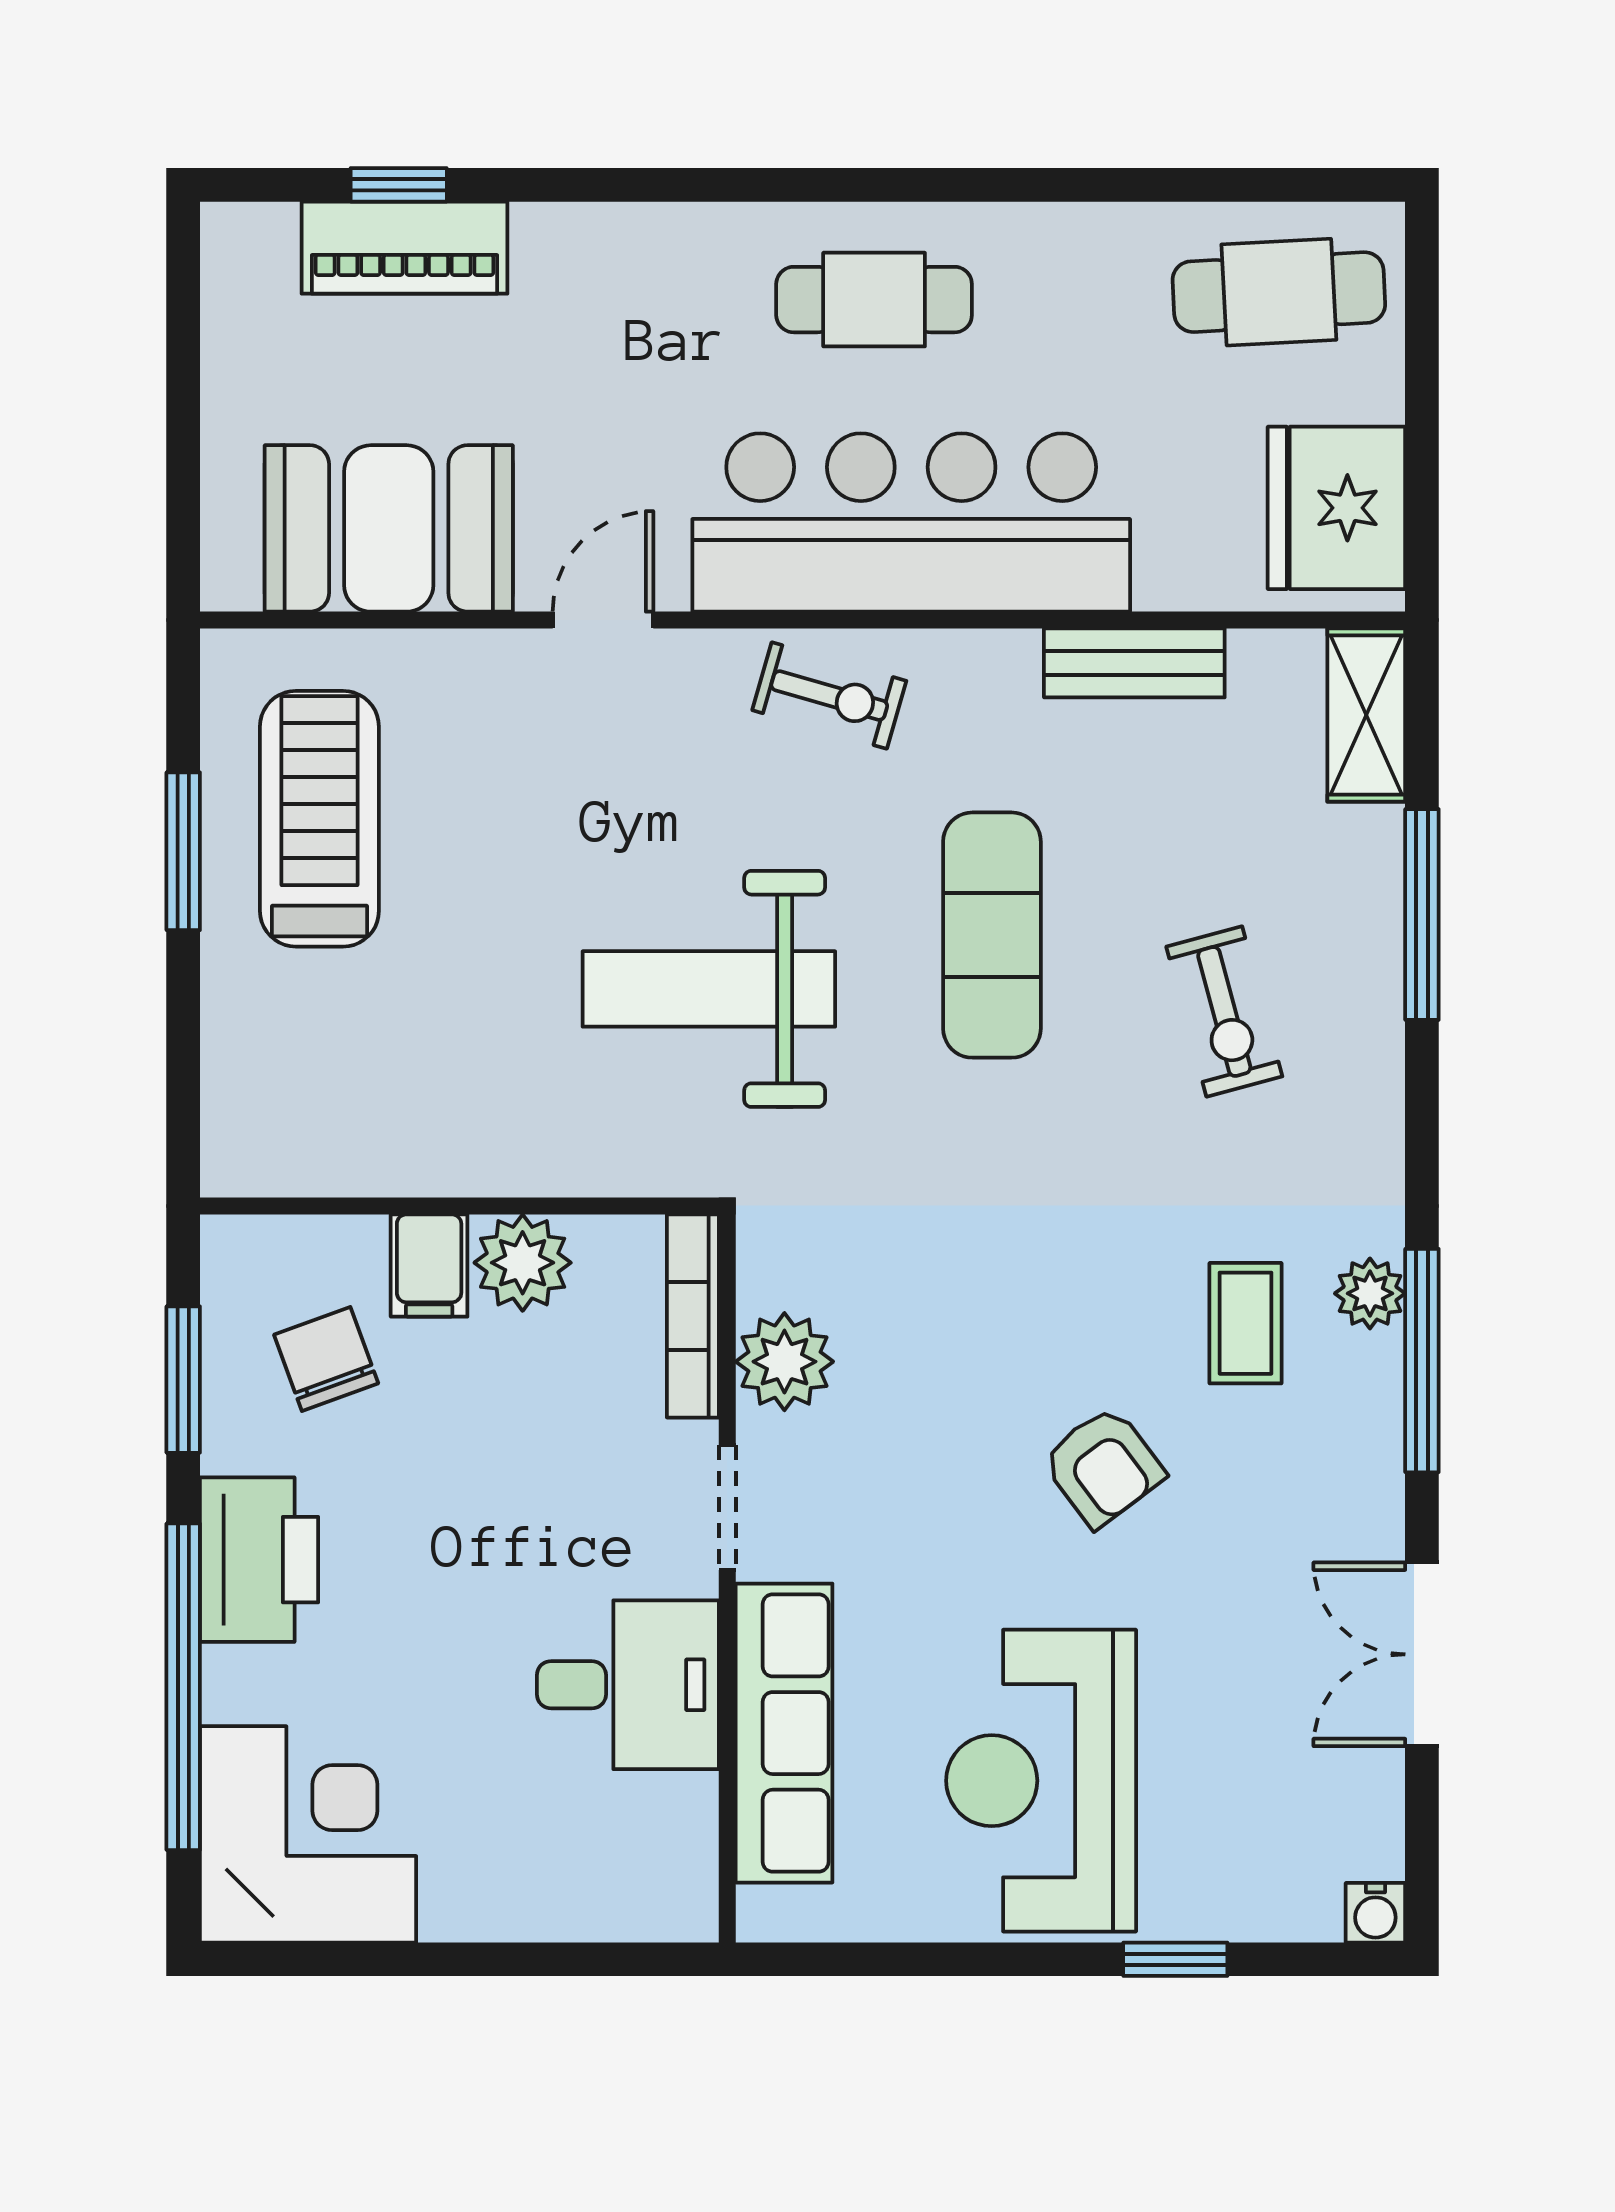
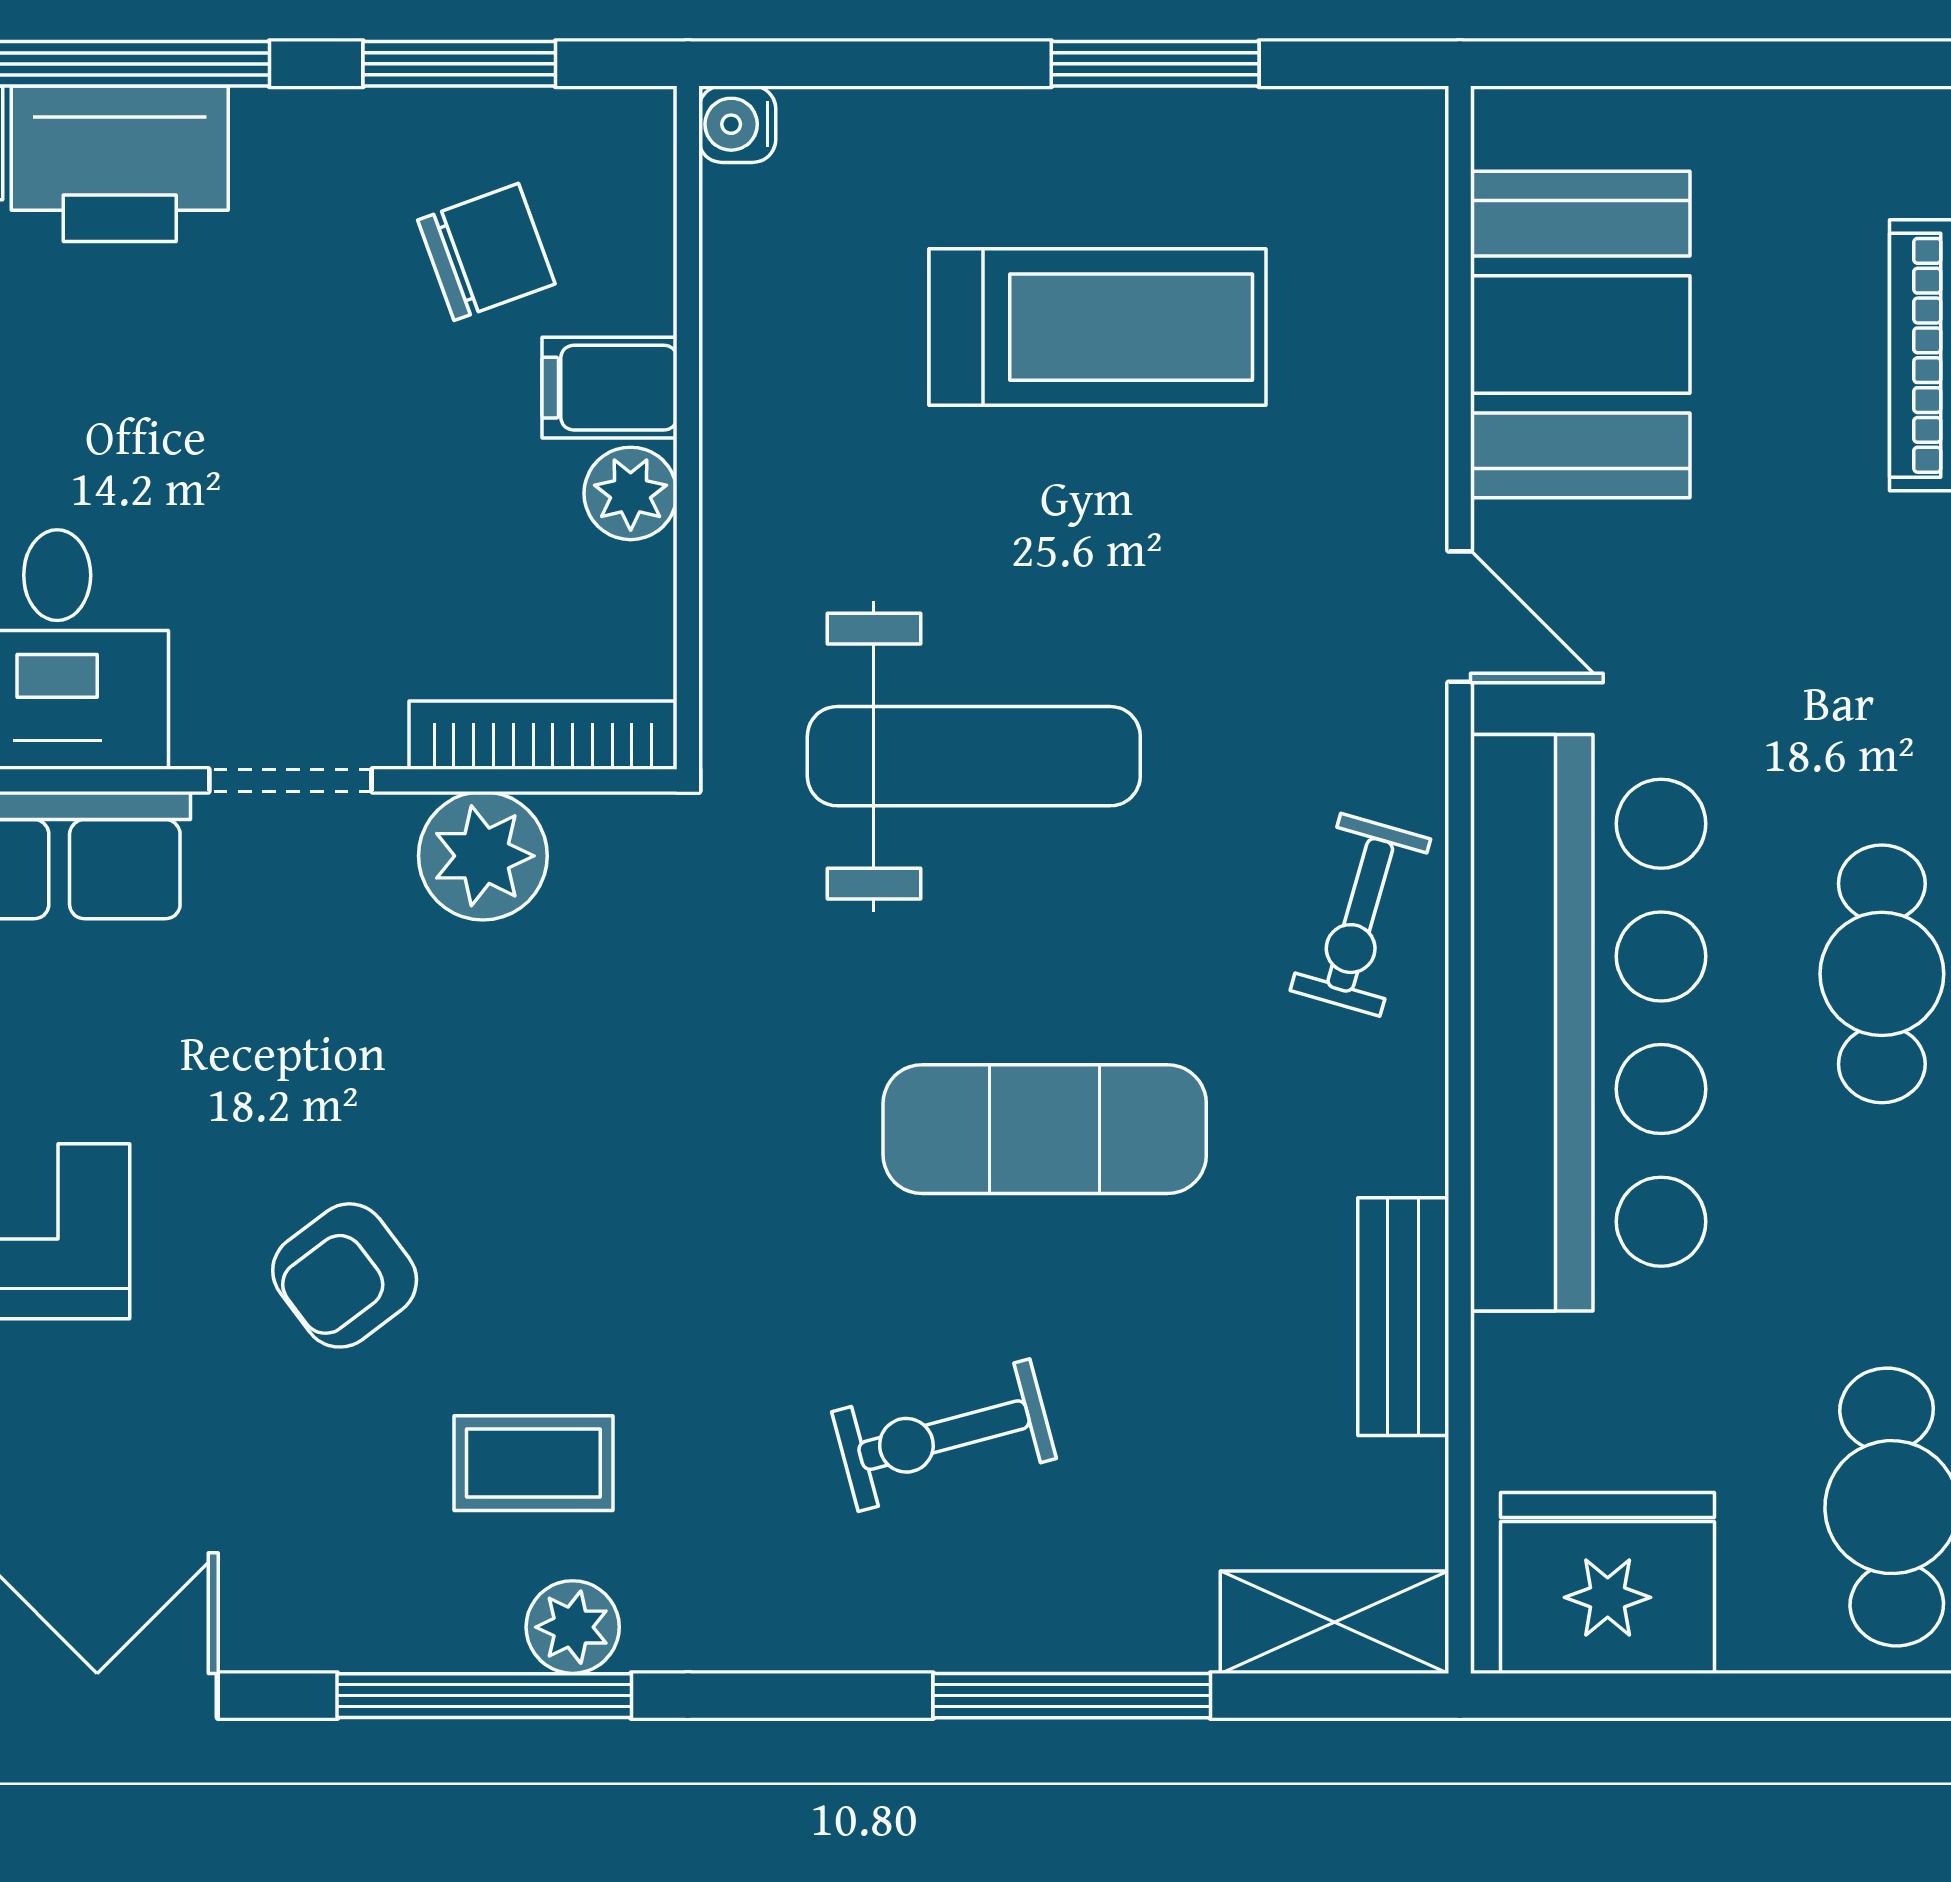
treadmill: (319, 819) -> (1097, 327), moved
weight bench: (709, 989) -> (974, 756), turned 90
water cooler: (229, 1168) -> (737, 124), added
plant: (523, 1263) -> (631, 493), width x0.73, depth x0.73
printer: (259, 1560) -> (120, 164), moved

